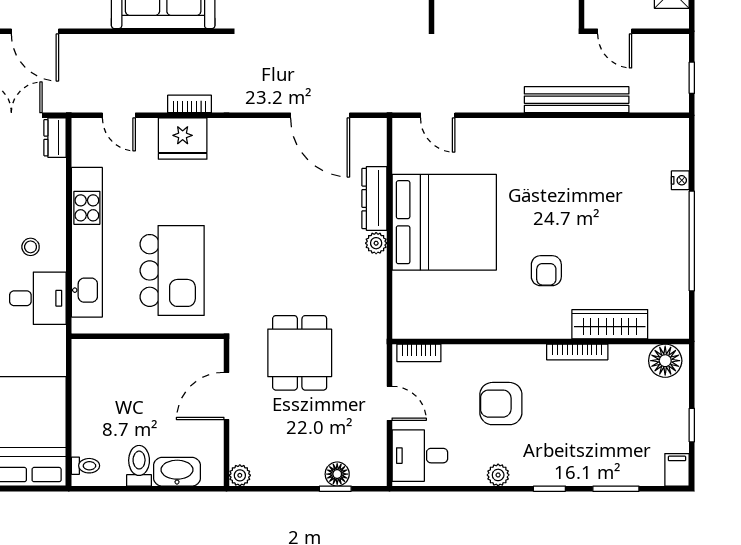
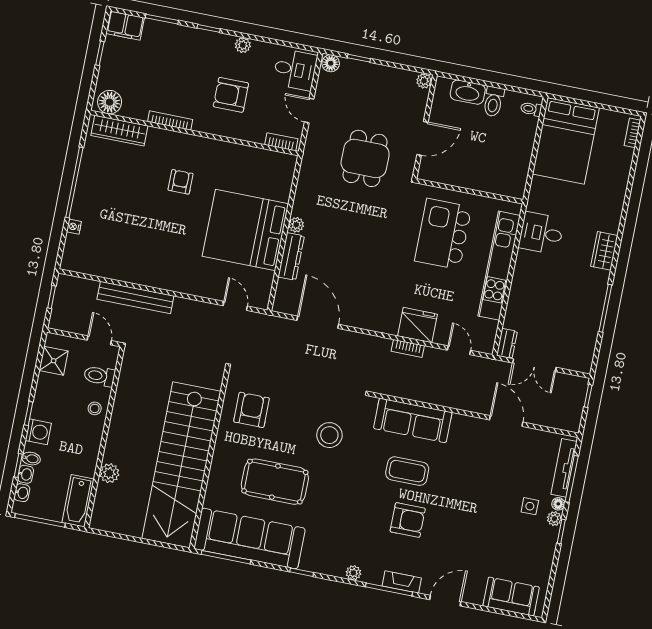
stool: (31, 247) -> (539, 270), removed
wardrobe: (610, 324) -> (119, 131), moved
armchair: (501, 404) -> (231, 95), turned 180
filing cabinet: (677, 470) -> (125, 26), width x2.00
floor lamp: (337, 474) -> (331, 63), moved

